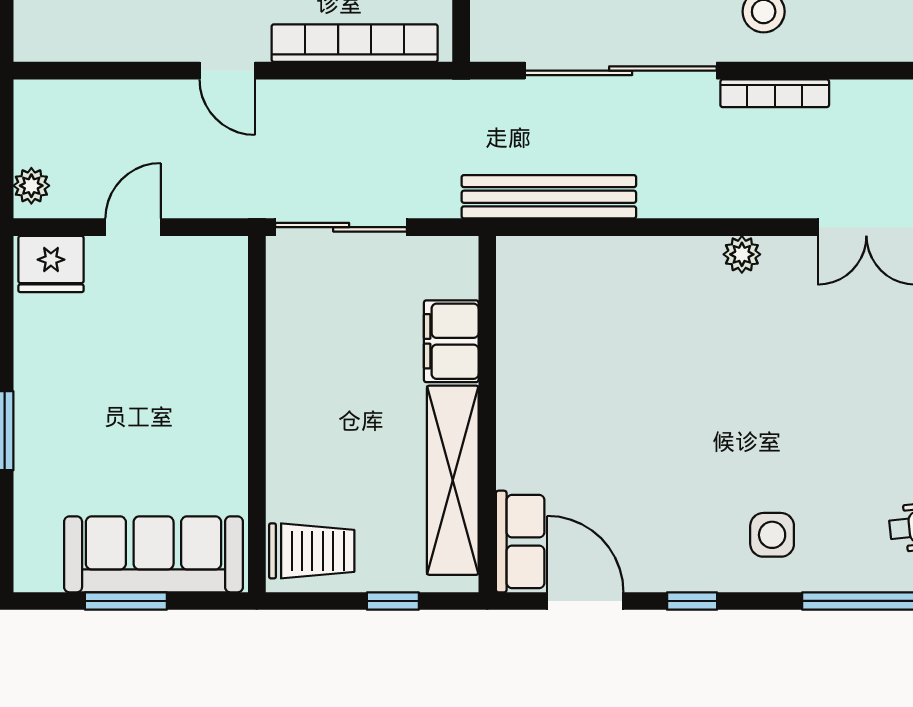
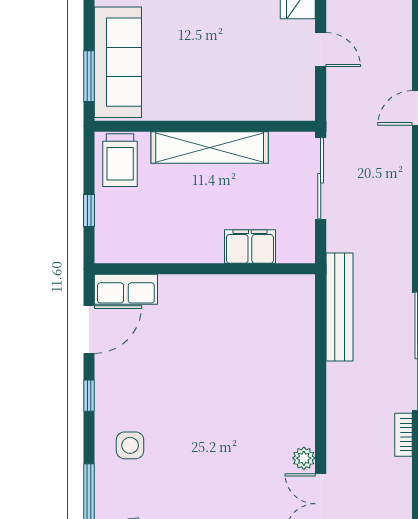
bookcase: (775, 93) -> (404, 435), width x0.64
plant: (742, 254) -> (304, 458), moved
shelving: (453, 480) -> (210, 148), moved
window: (126, 601) -> (89, 76), moved

